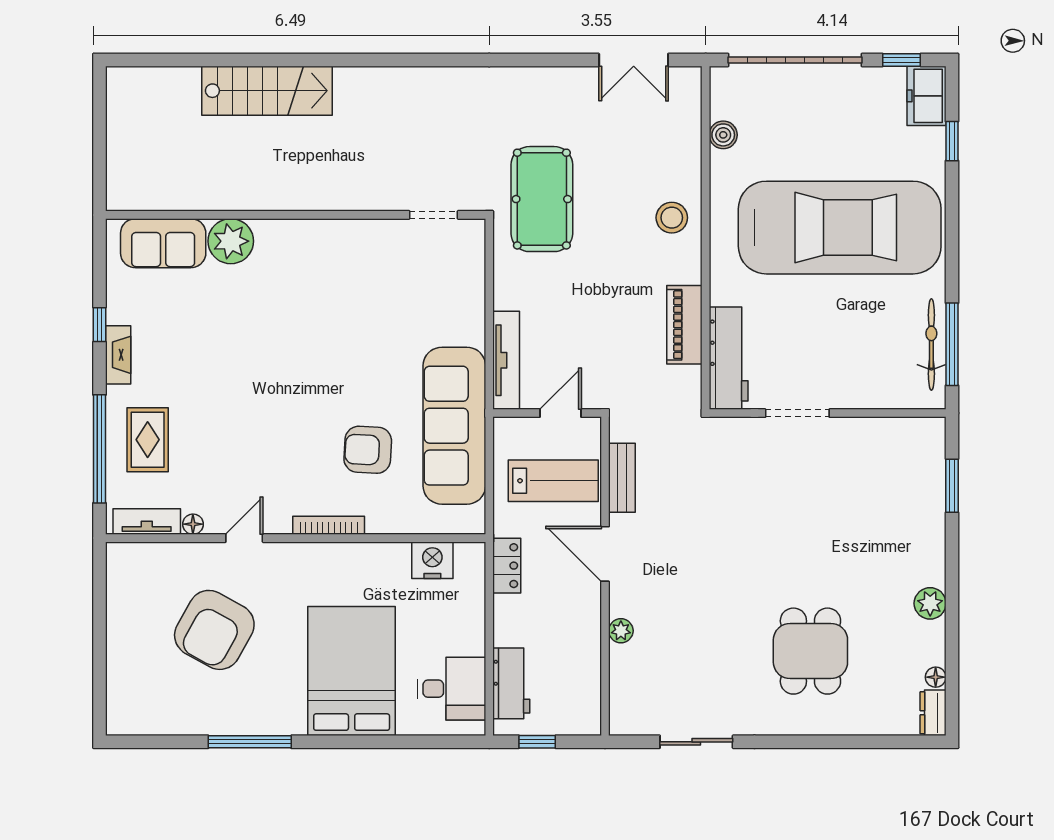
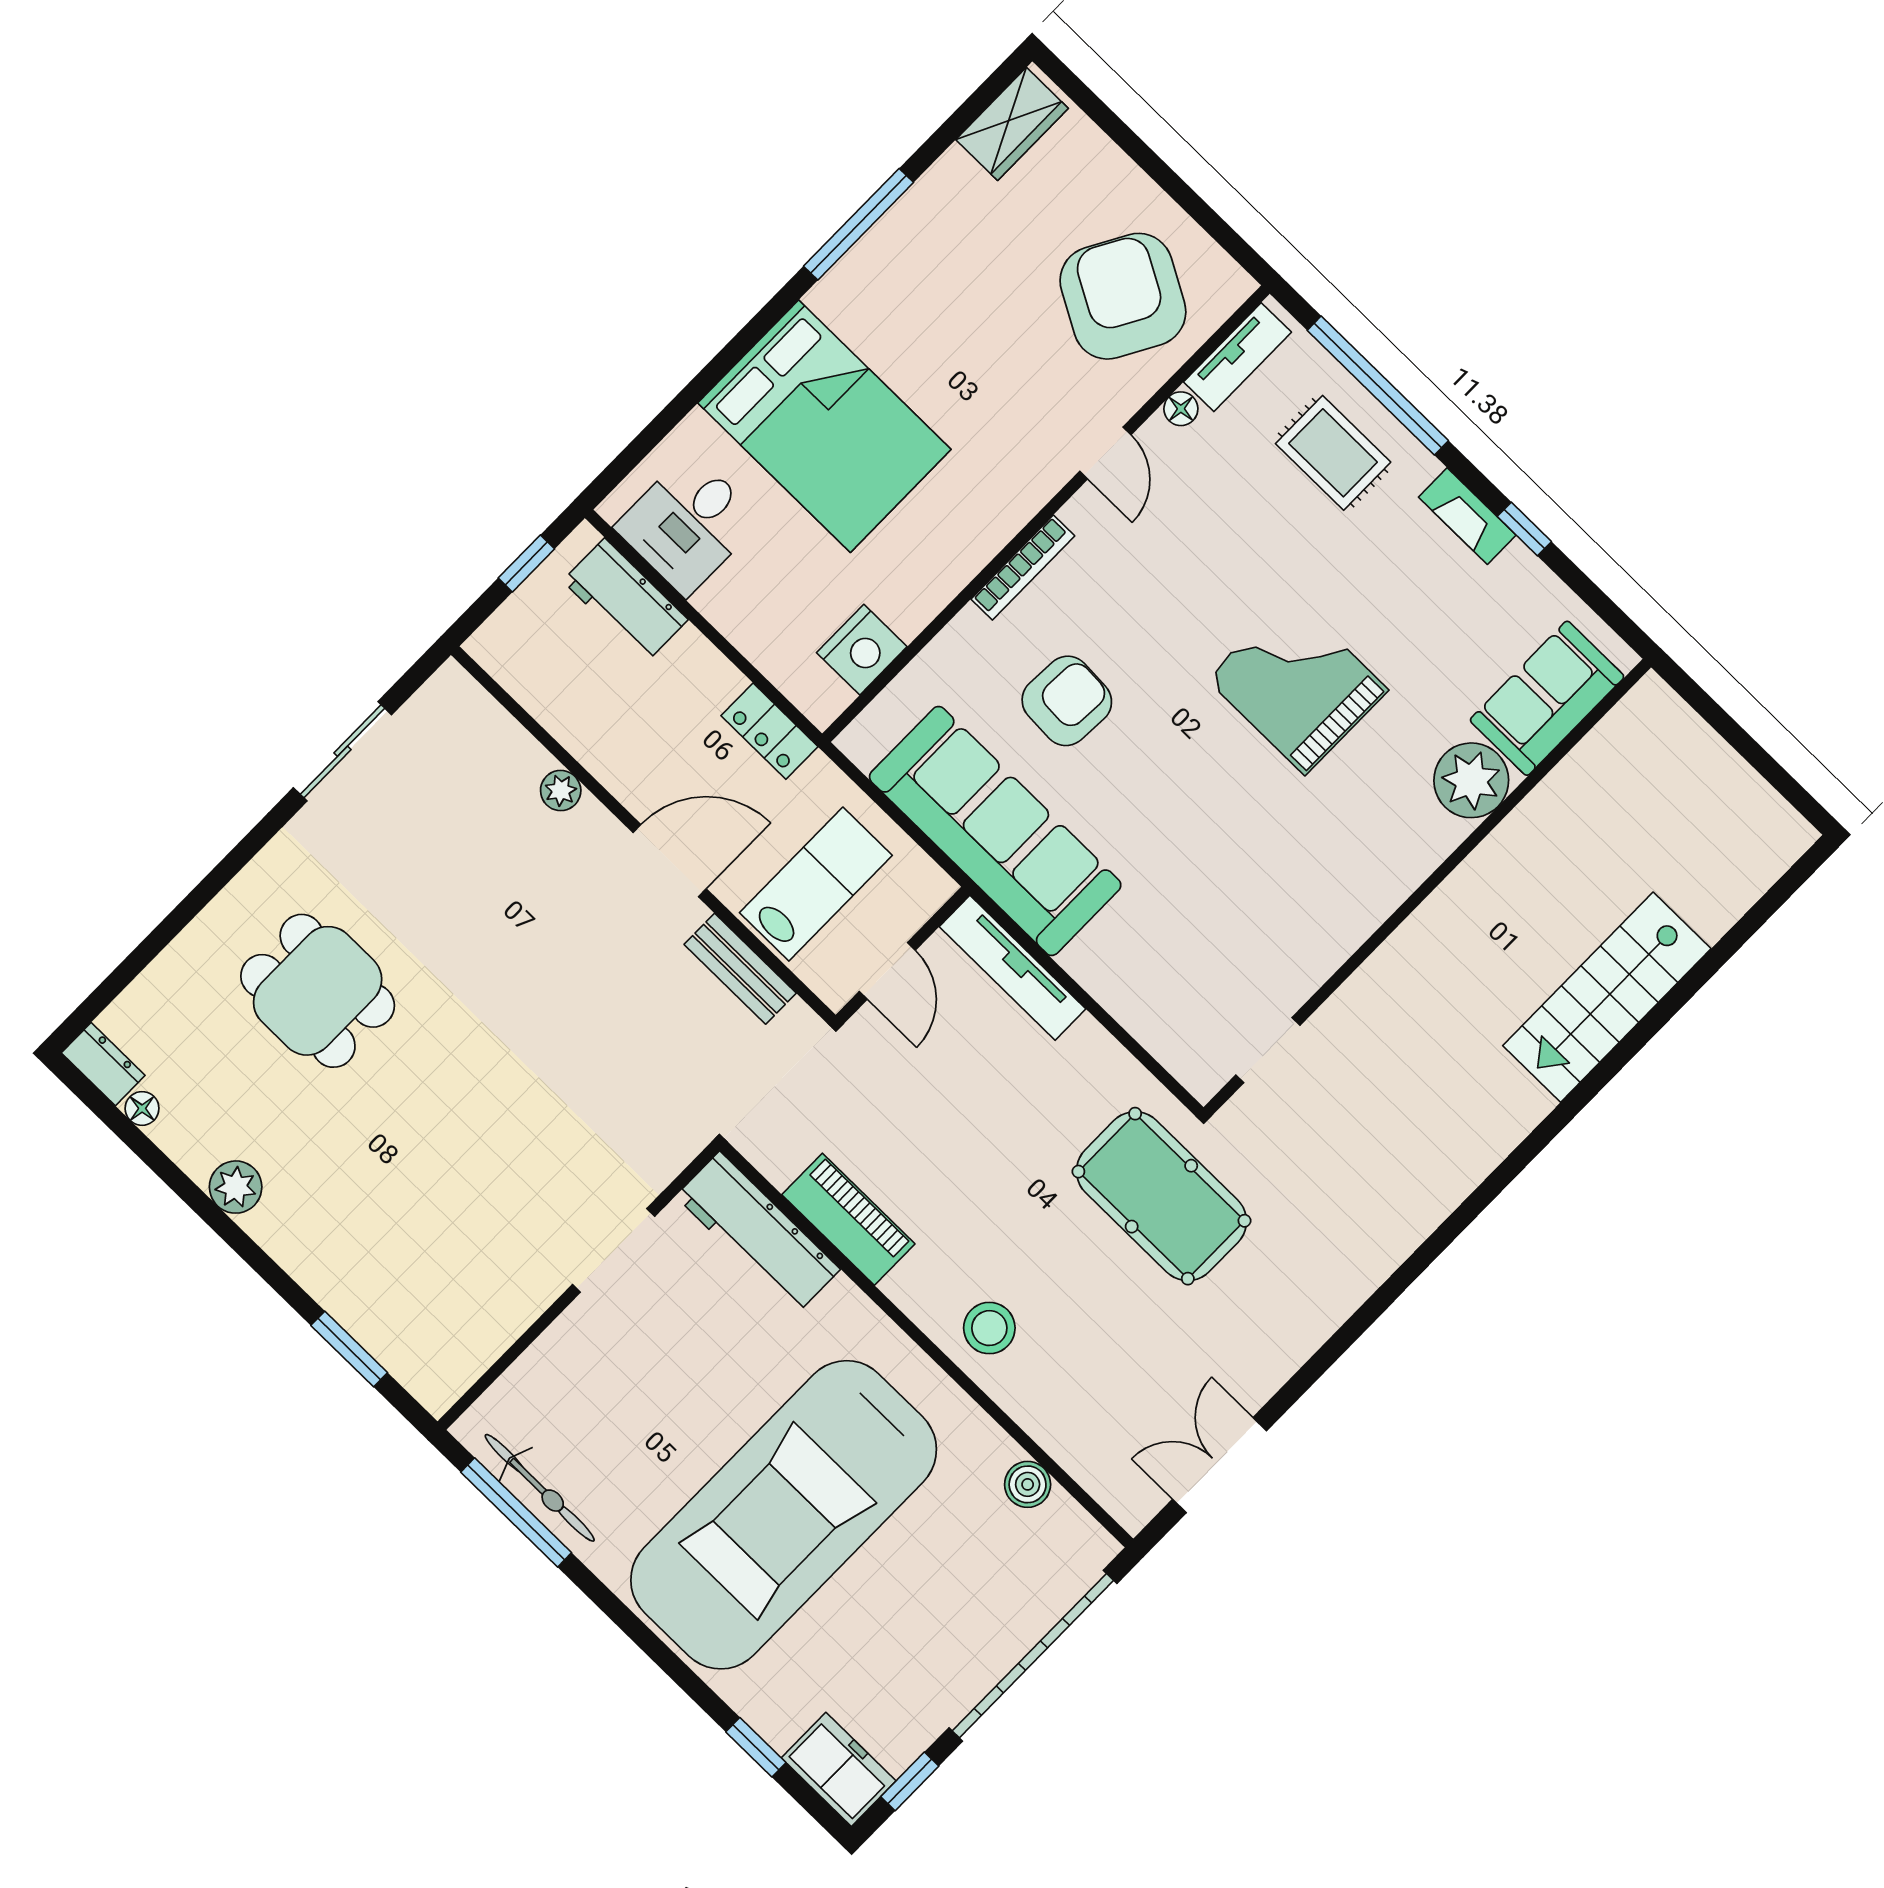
grand piano: (263, 357) -> (1297, 684), added
lab bench: (553, 481) -> (816, 884), turned 180
armchair: (214, 630) -> (1123, 296), moved
wardrobe: (141, 718) -> (1012, 124), added

